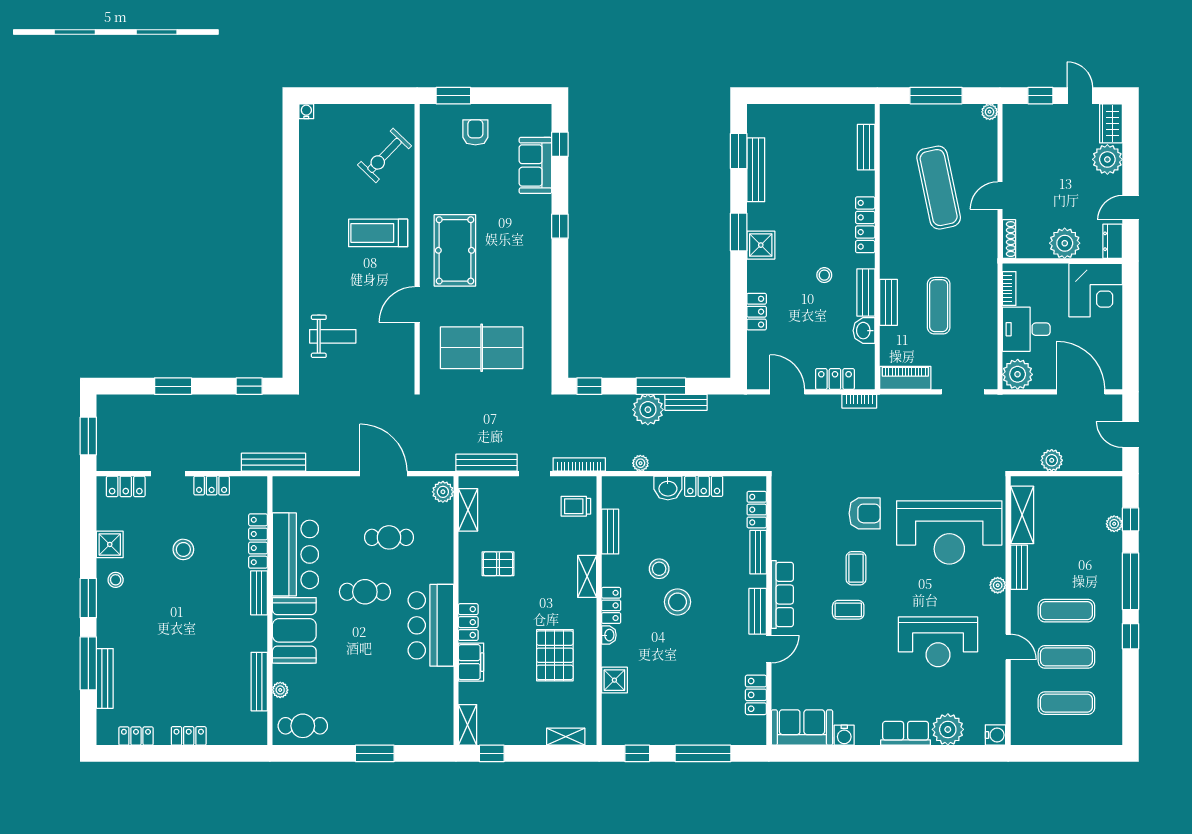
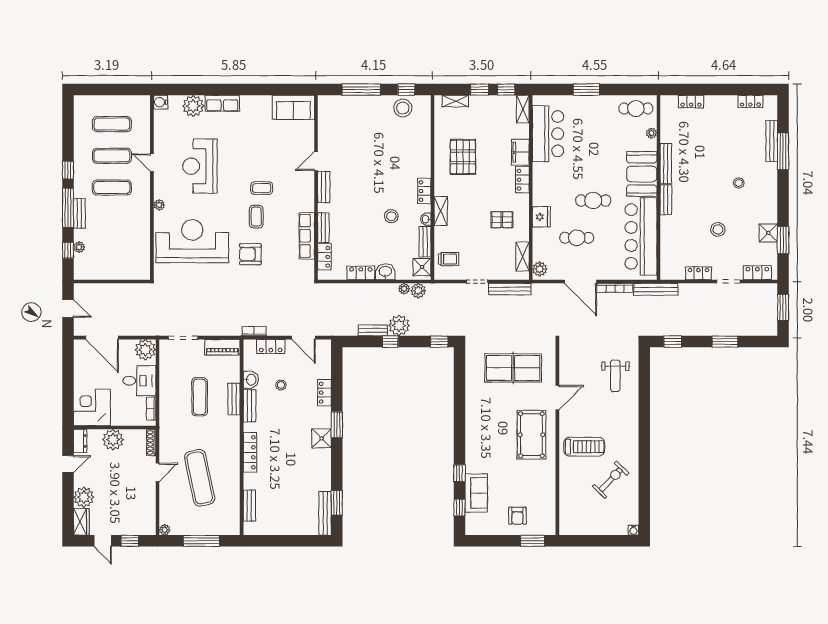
exercise bike: (384, 155) -> (611, 480), moved
bench: (756, 170) -> (325, 513), moved
window: (560, 226) -> (459, 473), moved
window: (739, 232) -> (337, 425), moved
stool: (824, 275) -> (281, 385), moved
weight bench: (333, 336) -> (615, 376), turned -90
window: (661, 386) -> (390, 342), width x0.46
plant: (1052, 460) -> (418, 291), moved
bookcase: (579, 464) -> (615, 288), moved
shelving: (1022, 515) -> (142, 253), removed
locker: (258, 541) -> (667, 235), removed
bar counter: (295, 554) -> (641, 236), width x1.36
bench: (1019, 567) -> (79, 213), moved
fridge: (441, 568) -> (541, 217), added
stool: (116, 580) -> (739, 183), moved
row of seats: (782, 594) -> (307, 236), moved
window: (88, 598) -> (783, 240), moved
stool: (677, 602) -> (403, 108), moved
bar counter: (431, 625) -> (548, 134), moved
washbasin: (609, 635) -> (426, 219), moved
reception desk: (938, 642) -> (200, 166), turned -90
shower: (614, 680) -> (422, 267), moved
bench: (259, 682) -> (666, 163), moved
locker: (756, 695) -> (325, 130), removed
water cooler: (844, 735) -> (264, 102), removed
locker: (189, 736) -> (691, 102), moved
window: (531, 753) -> (480, 90), added

